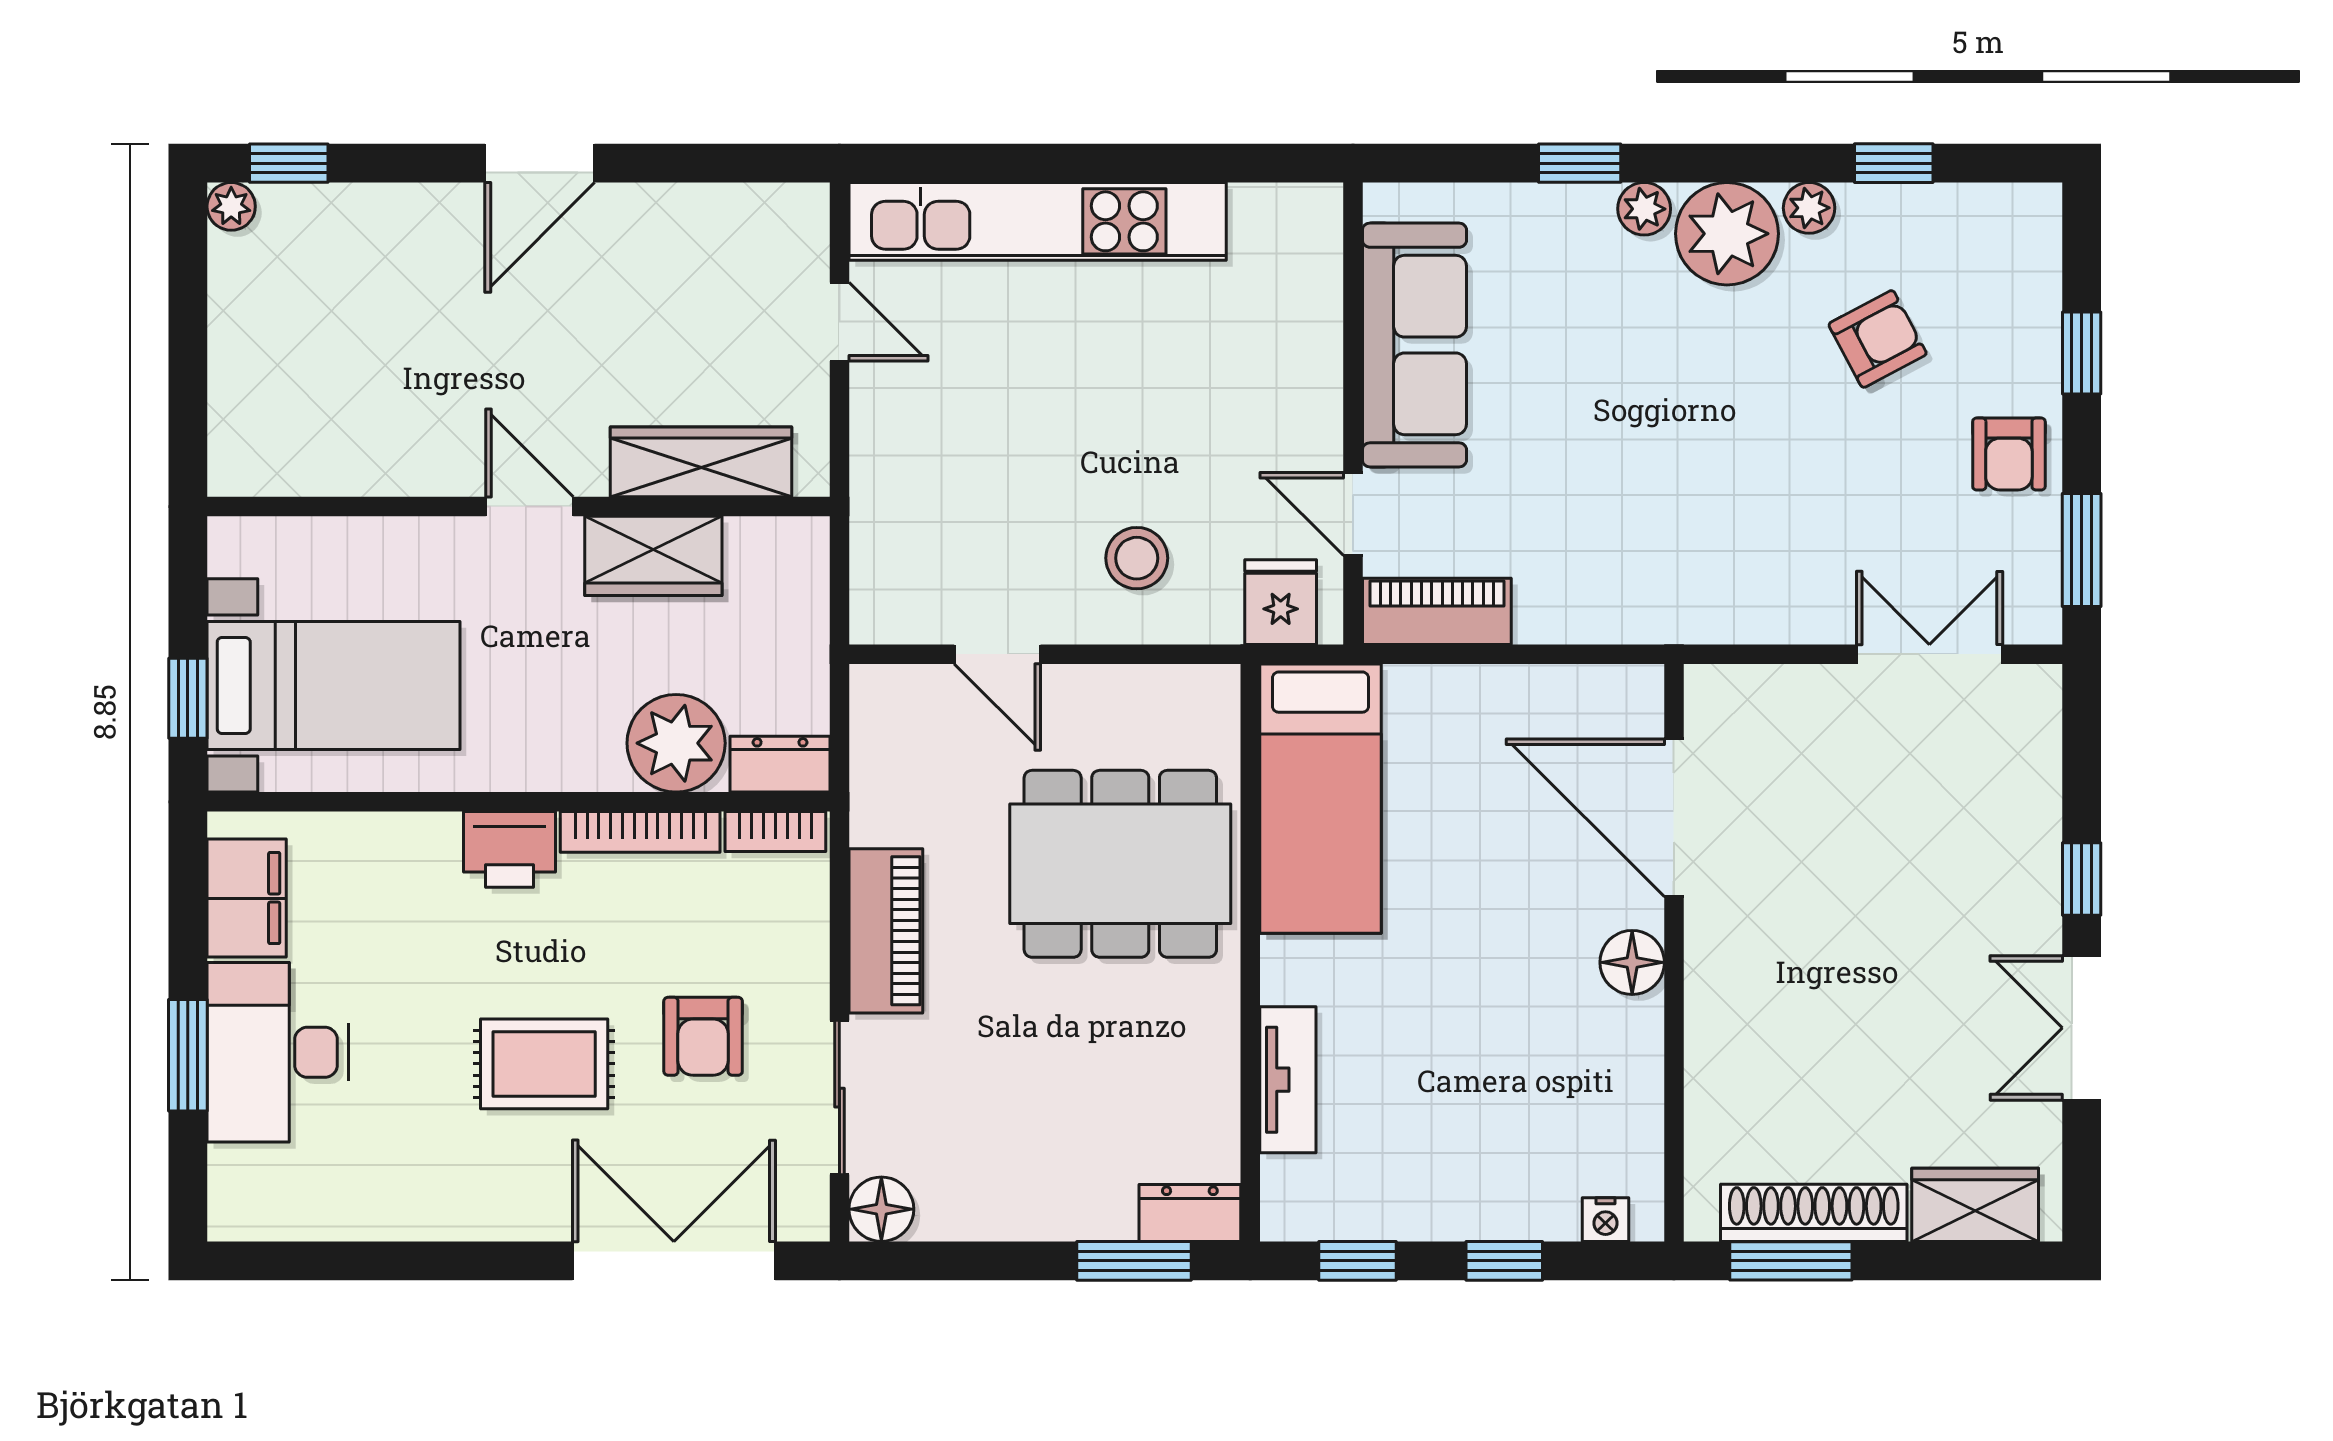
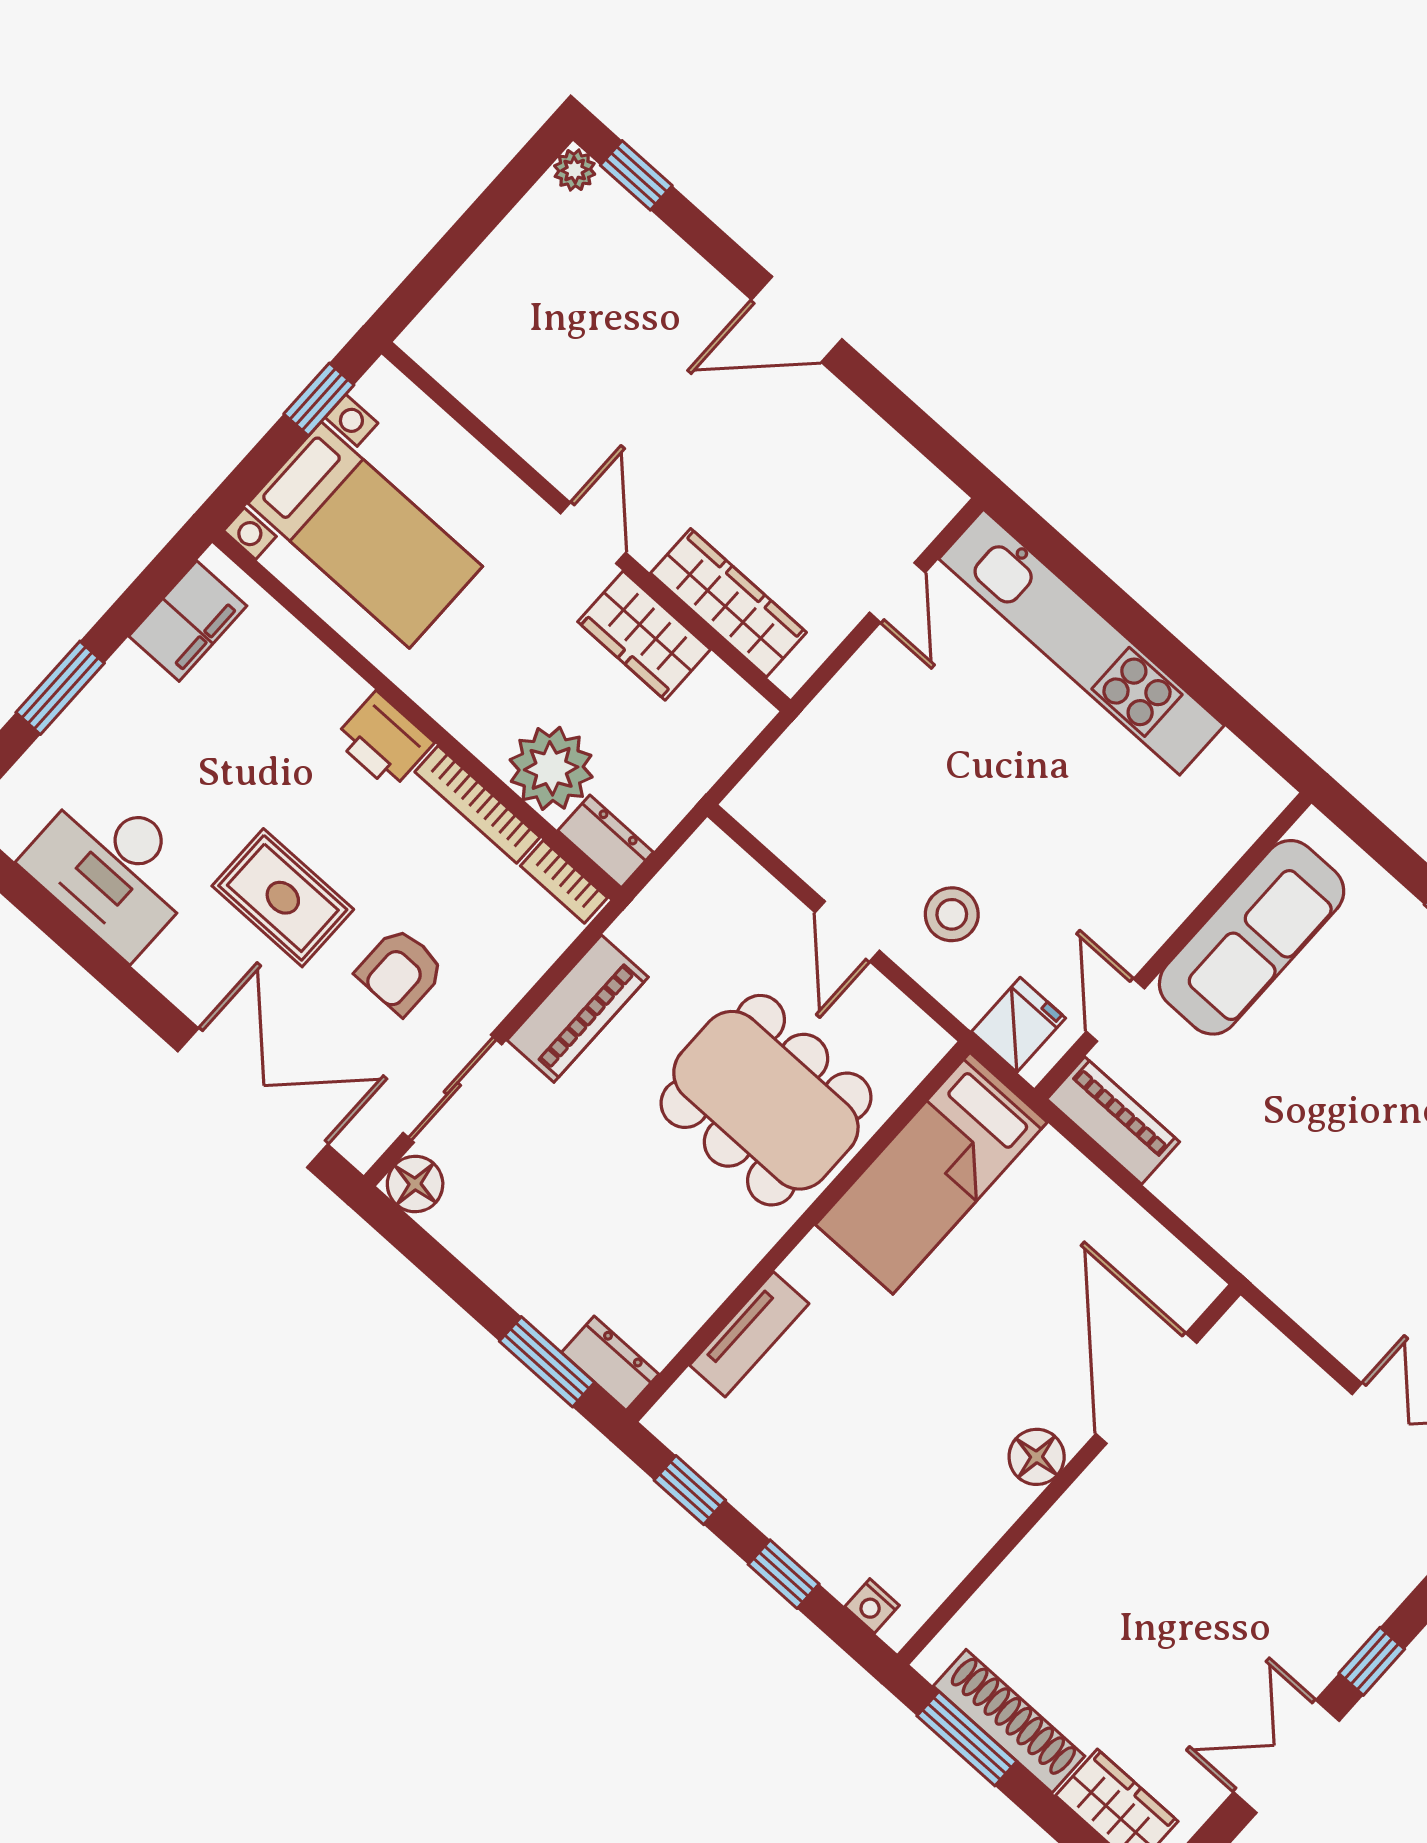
door: (997, 654) -> (847, 931), moved
window: (188, 698) -> (319, 399), moved
desk: (278, 1052) -> (113, 869), moved, turned -90

